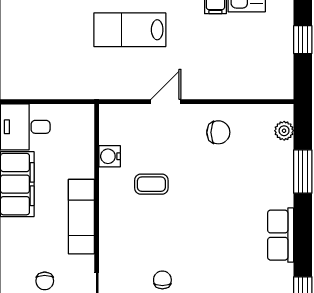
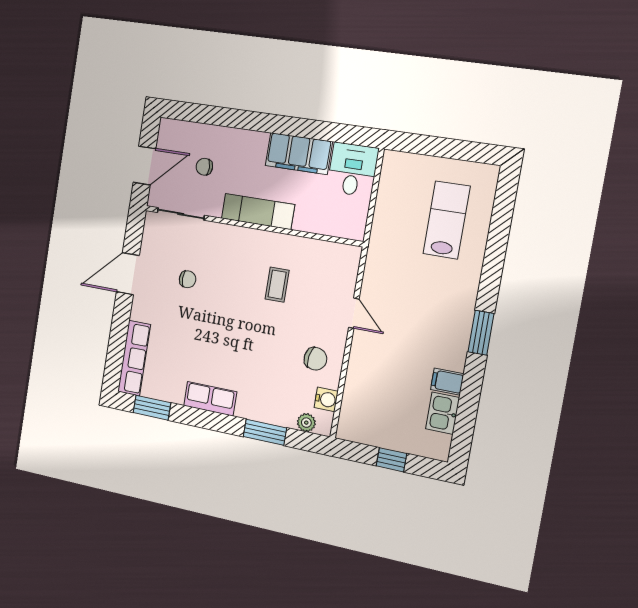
lab bench: (130, 30) -> (446, 220), moved
chair: (218, 132) -> (315, 359), turned -81
water cooler: (110, 156) -> (326, 399), moved, turned 90

